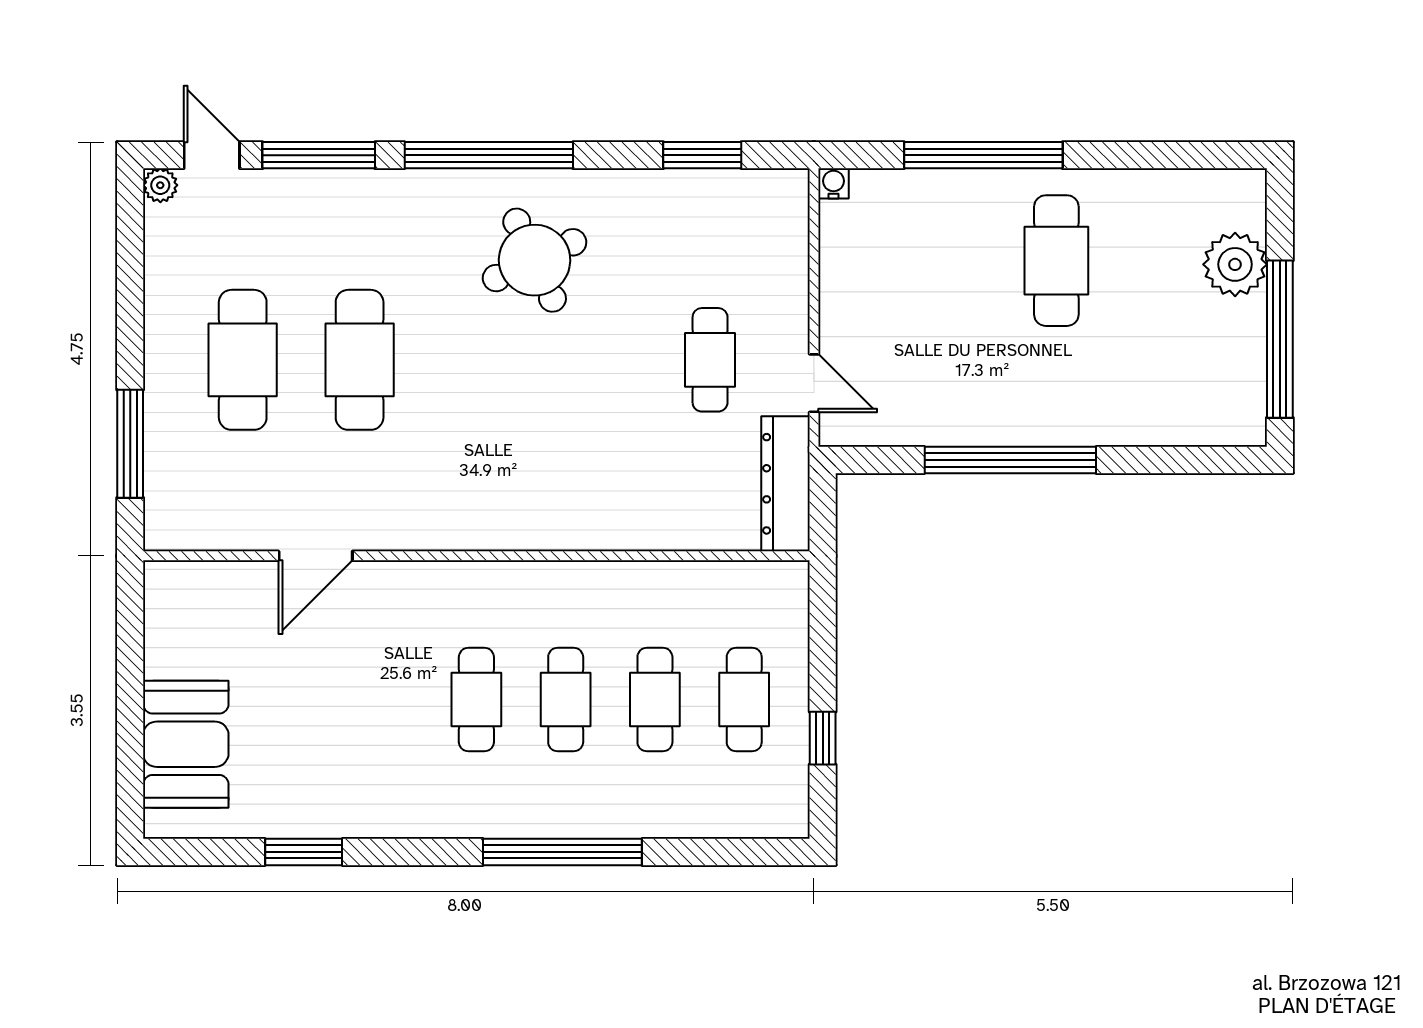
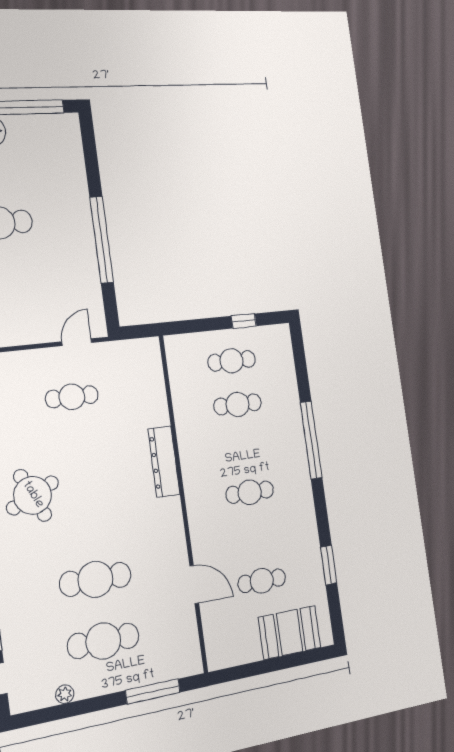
plant: (160, 185) -> (65, 694), moved
dresser: (785, 484) -> (164, 462), moved, turned 90
cafe table: (566, 700) -> (262, 581), moved

